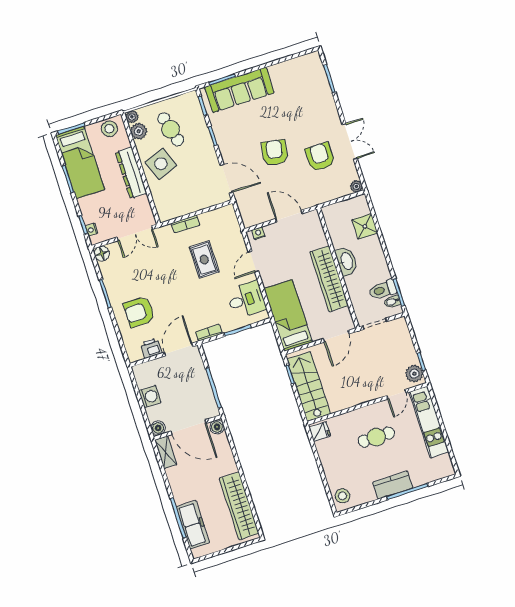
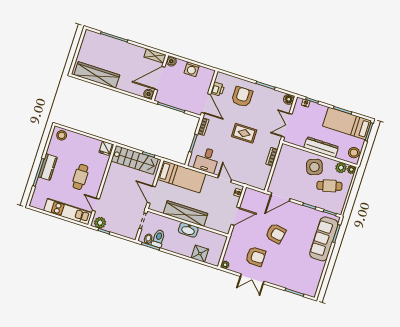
rug: (204, 260) -> (244, 133), moved
freezer: (193, 525) -> (105, 42), removed

